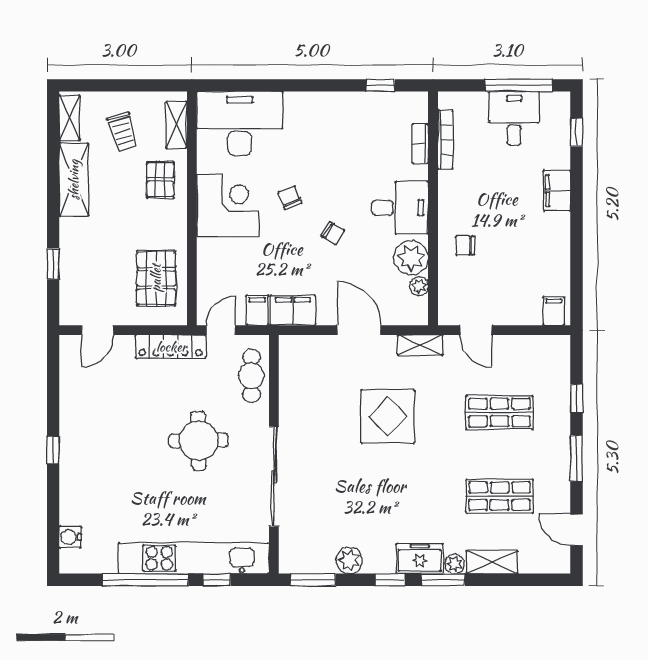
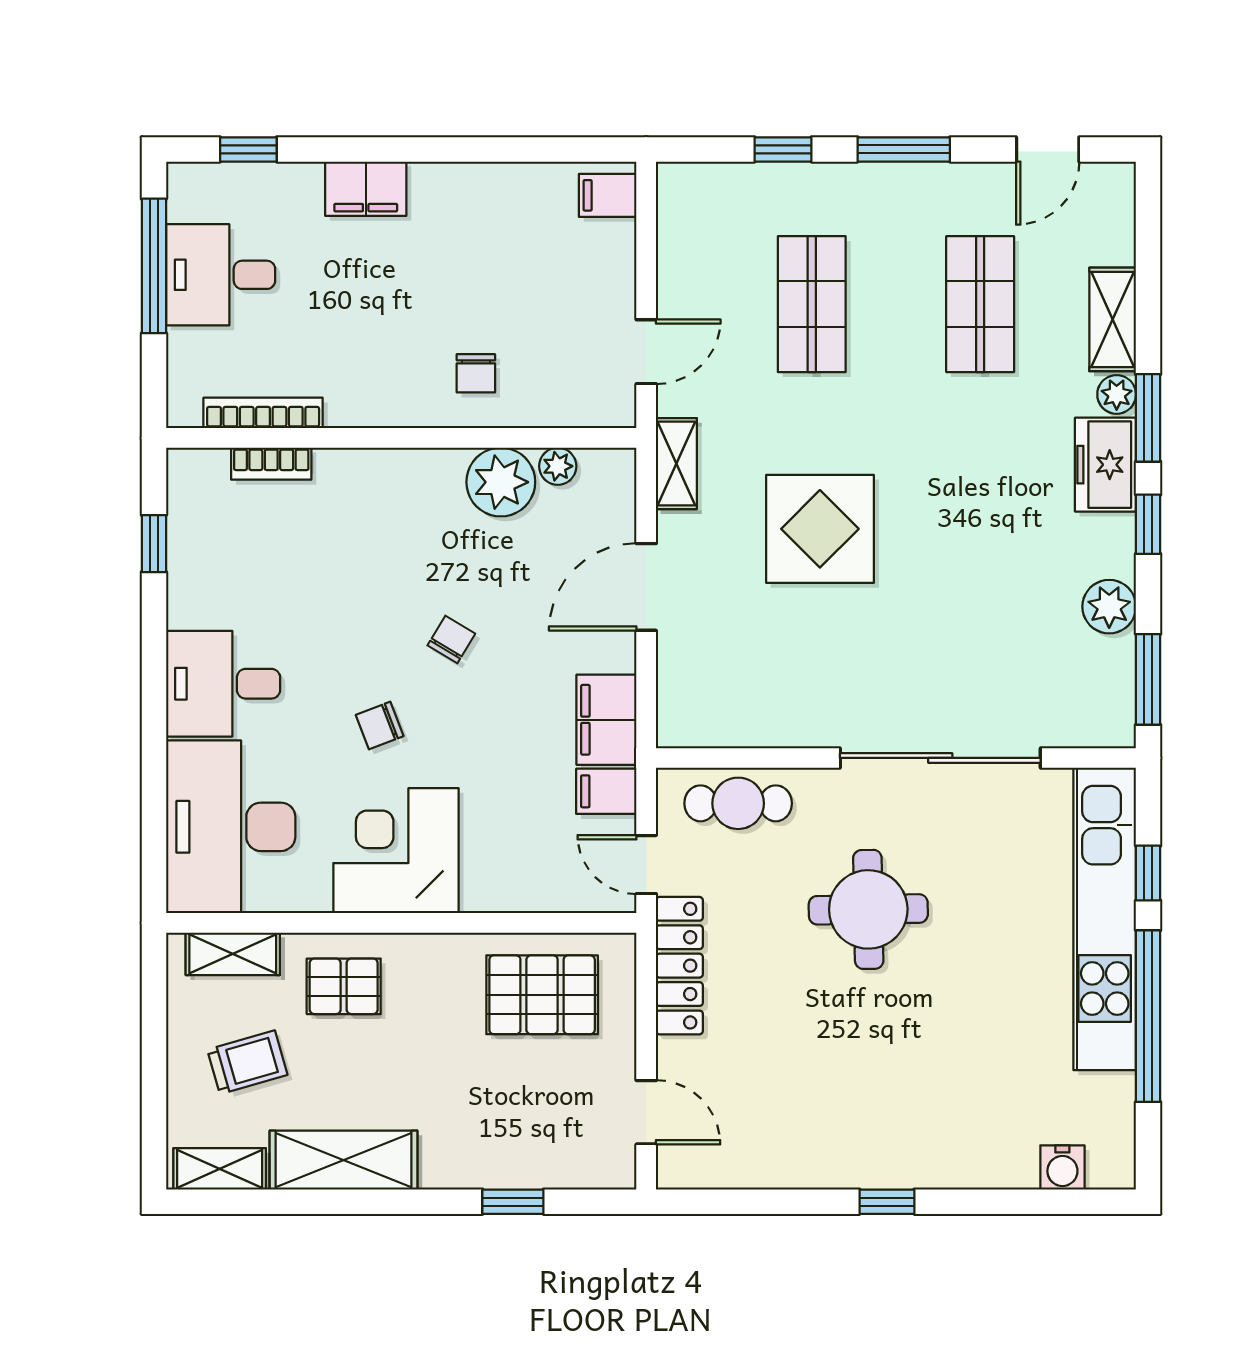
desk: (400, 208) -> (223, 684), moved, turned -90

